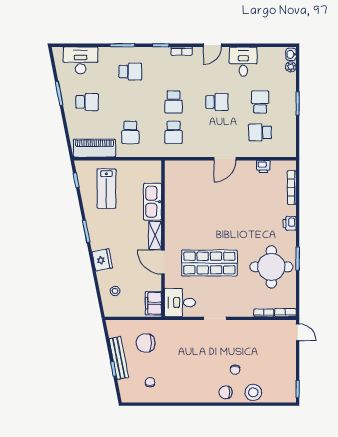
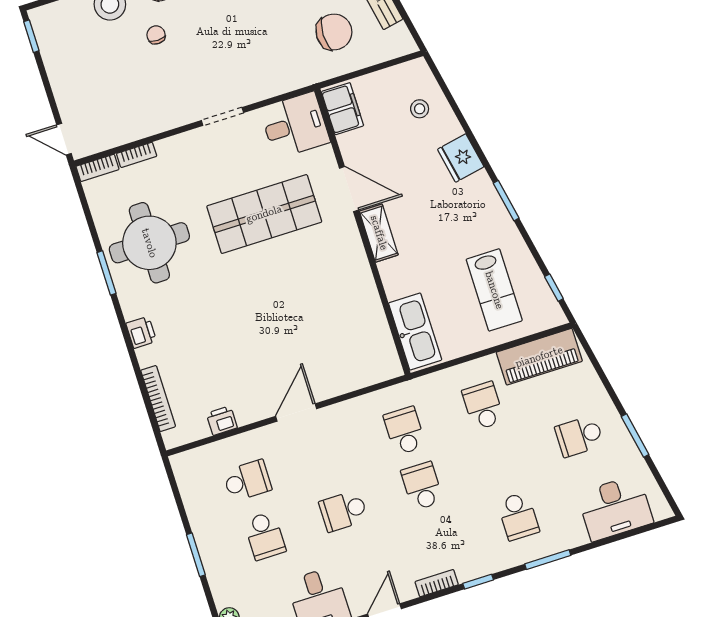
school desk: (130, 72) -> (518, 516), turned -90
lab bench: (106, 189) -> (494, 290), turned 180
kitchen sink: (153, 202) -> (415, 332), moved

